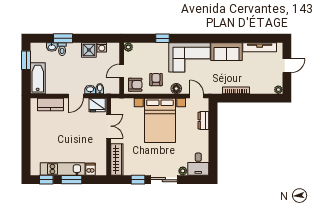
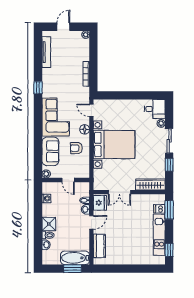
window: (63, 38) -> (38, 234), removed
window: (162, 38) -> (38, 88), moved
shower: (89, 50) -> (49, 224), moved
sofa: (226, 52) -> (50, 151), moved
window: (26, 60) -> (73, 269), moved
door: (287, 66) -> (63, 27), hinge flipped
armchair: (135, 85) -> (81, 167), removed
door: (76, 96) -> (91, 222), hinge flipped
door: (197, 96) -> (91, 110), hinge flipped
dresser: (203, 121) -> (114, 104), removed
double door: (109, 126) -> (119, 192), swing flipped
window: (72, 180) -> (169, 210), moved

